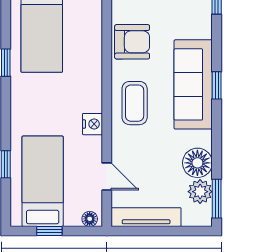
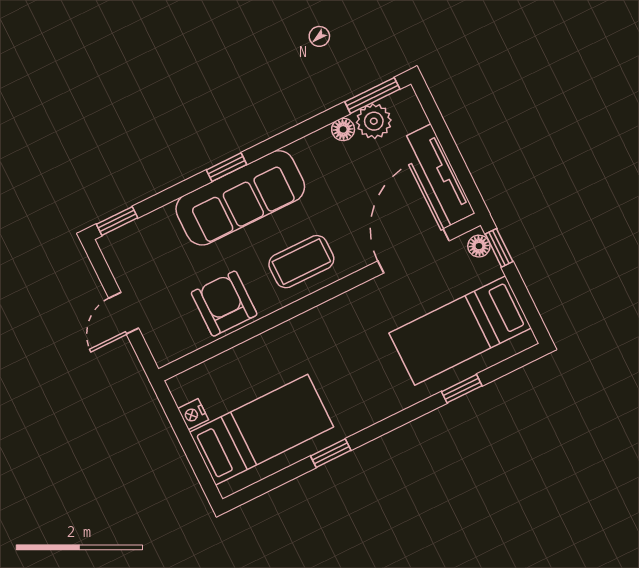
nightstand: (93, 124) -> (355, 302), removed
floor lamp: (197, 163) -> (343, 129), width x0.53, depth x0.53
door: (107, 177) -> (414, 251), width x1.87
window: (49, 231) -> (499, 248), moved

